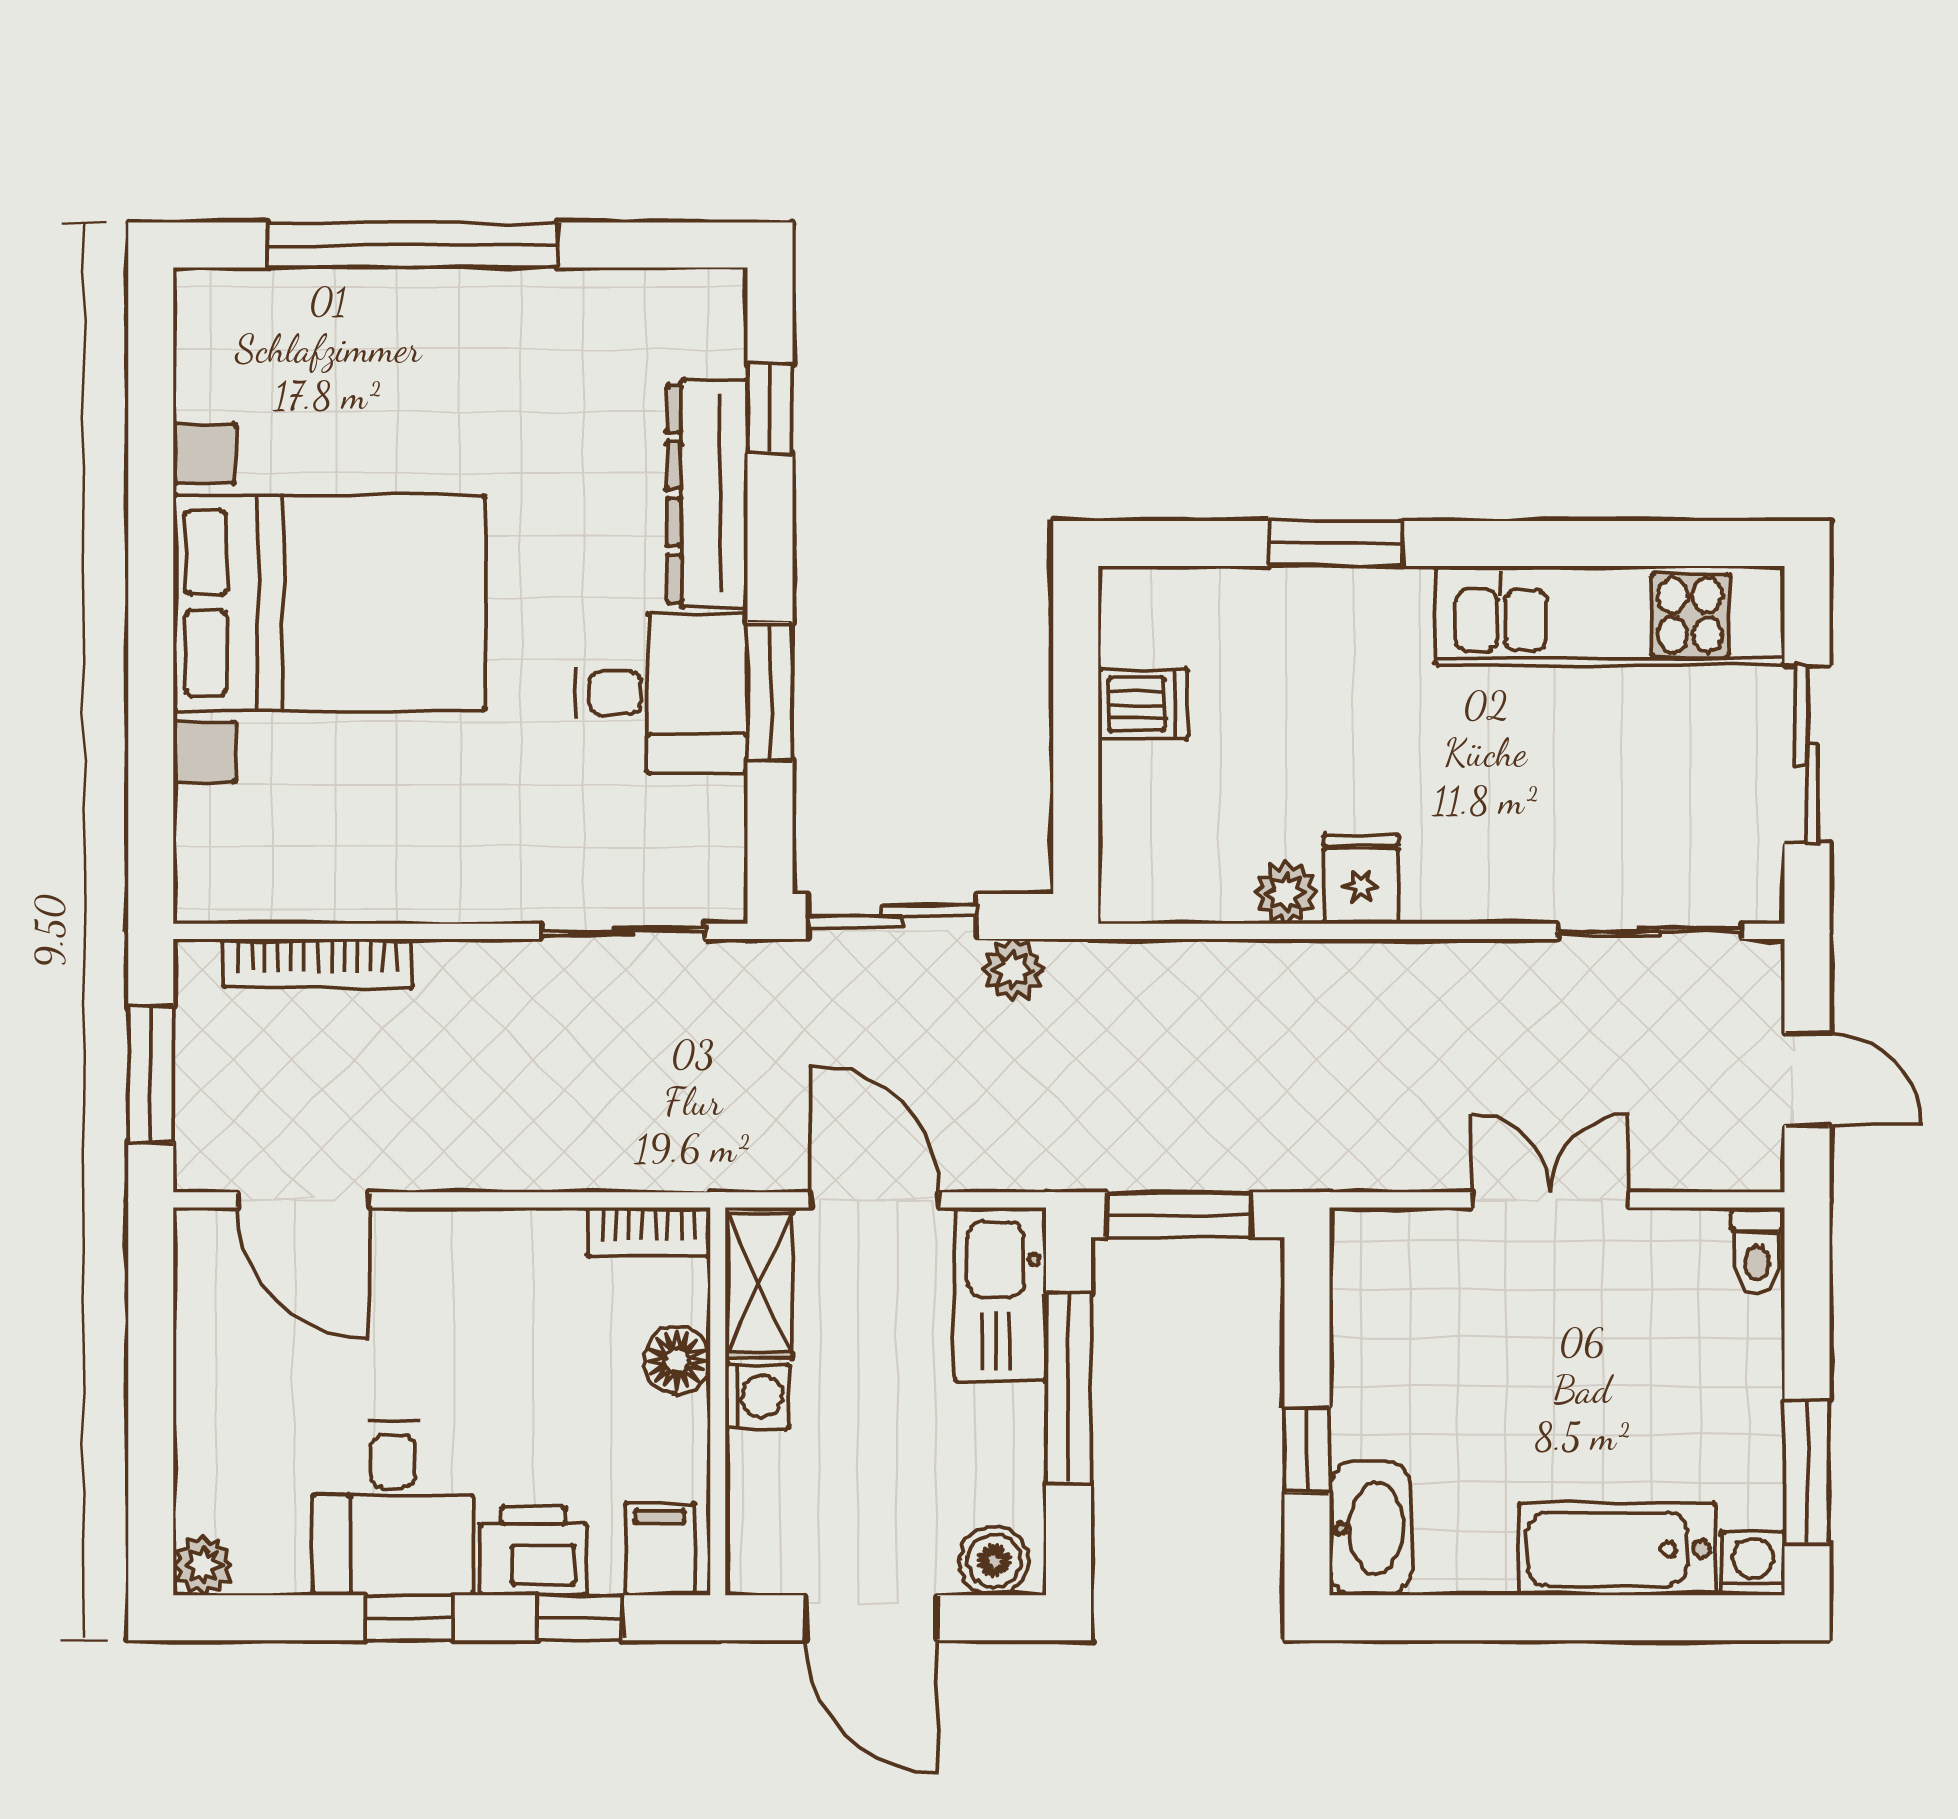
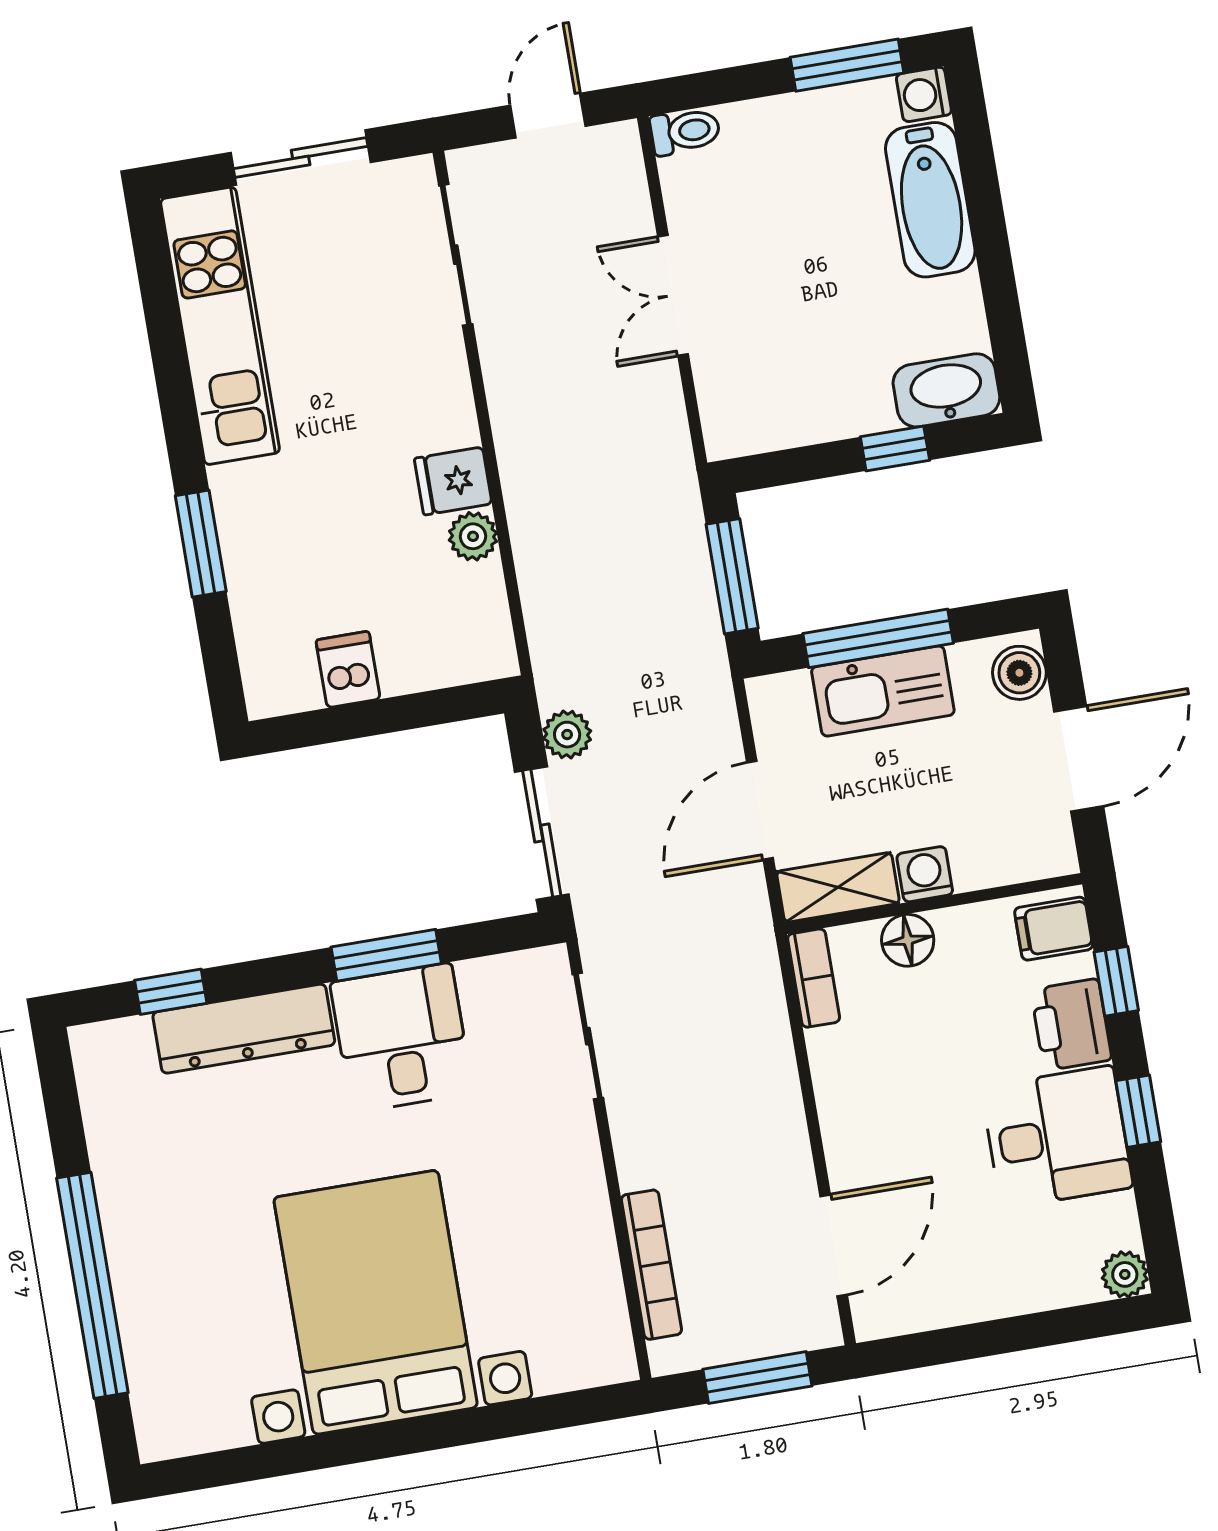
kitchen sink: (1000, 1294) -> (883, 691), moved

